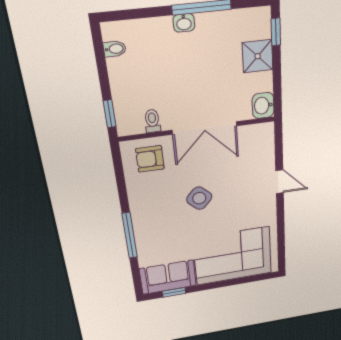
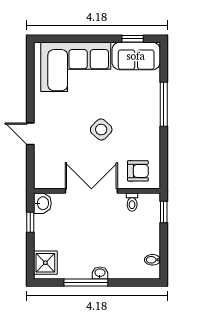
window: (276, 32) -> (30, 222), moved
shower: (258, 56) -> (45, 263), moved

